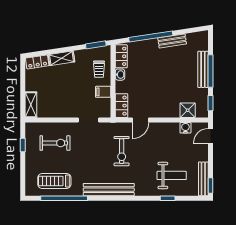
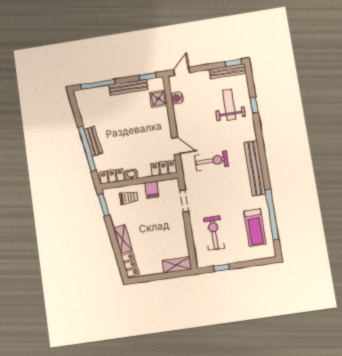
bench: (172, 41) -> (93, 141), moved
bench: (203, 69) -> (128, 87), moved
window: (210, 71) -> (98, 84), moved
door: (210, 136) -> (182, 71), swing flipped

